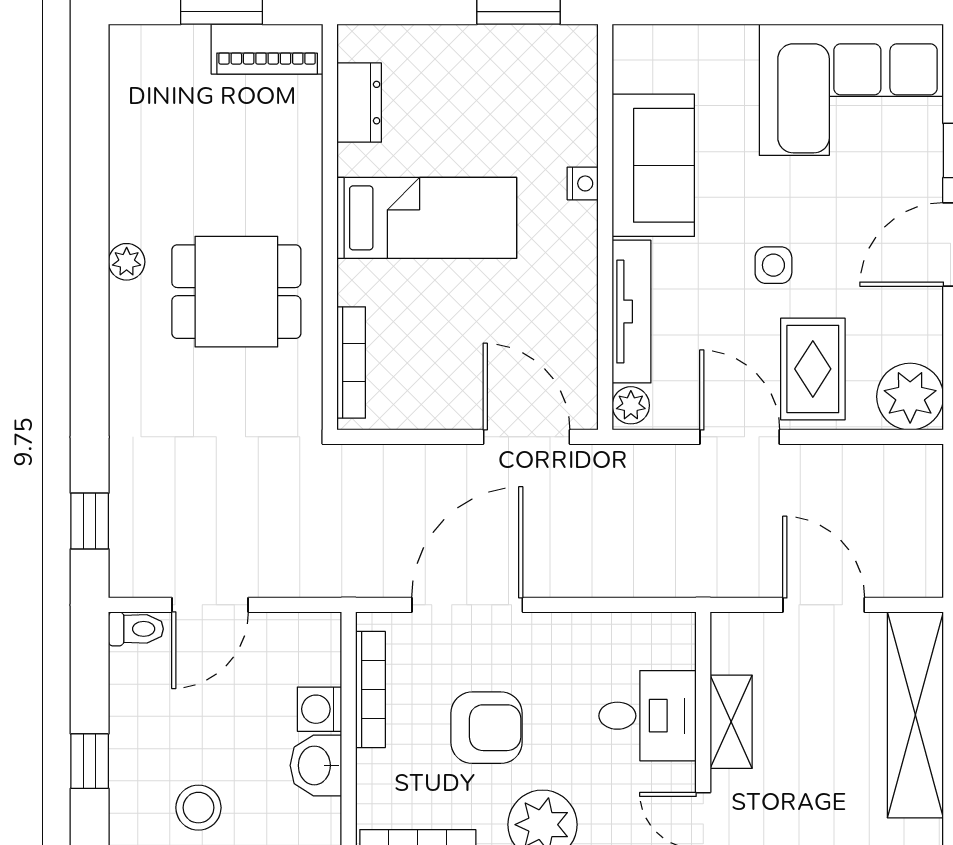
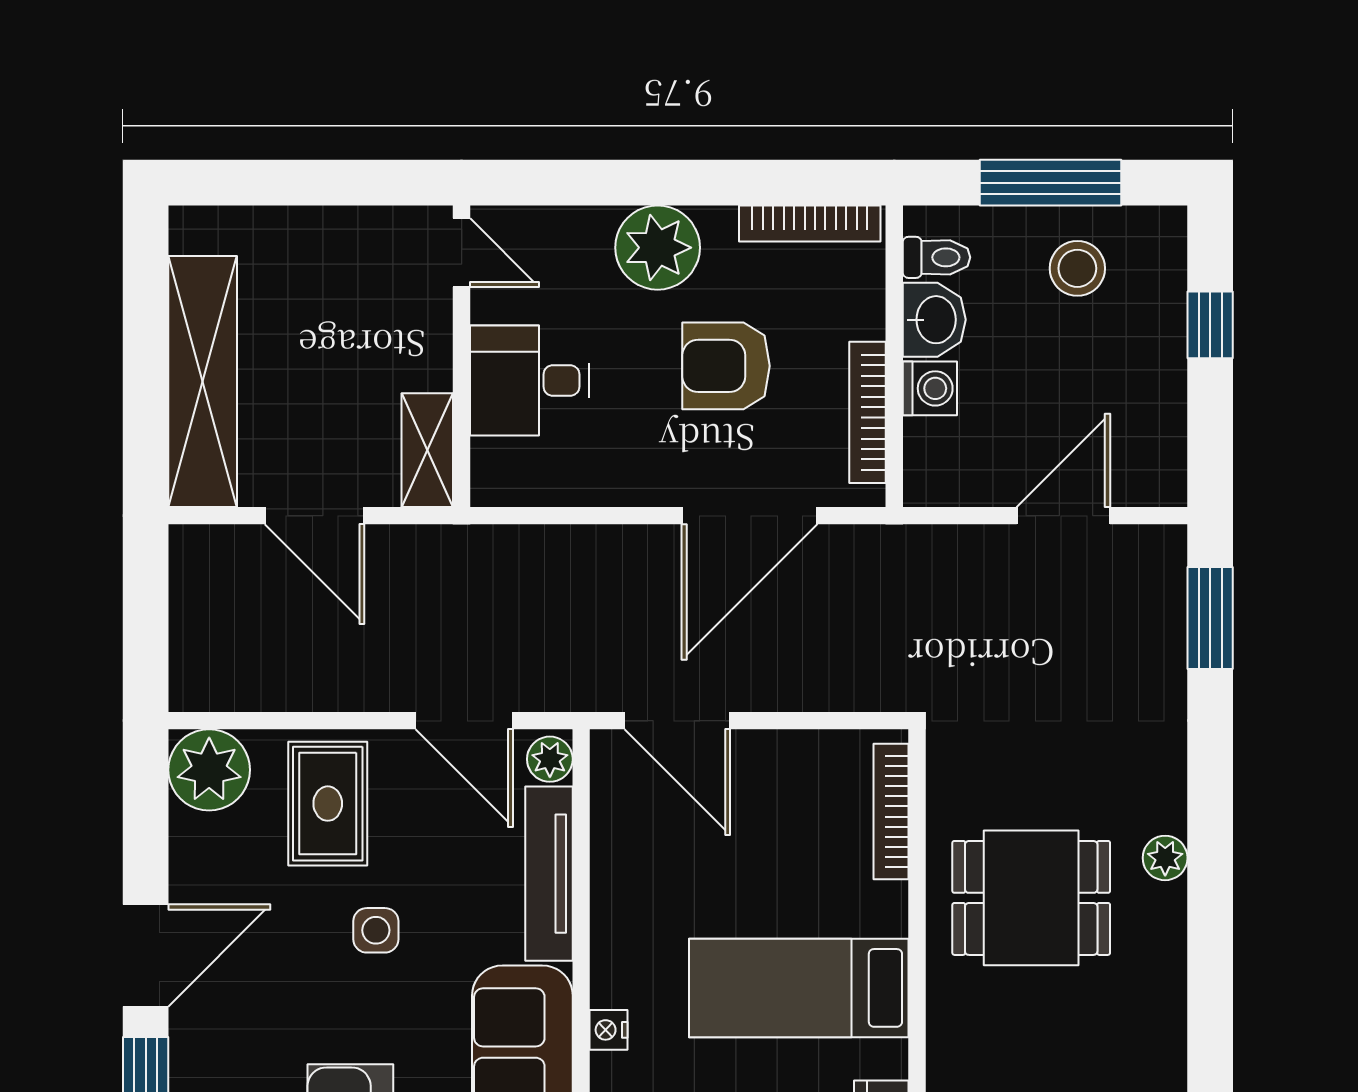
plant: (127, 262) -> (1165, 858), moved
door: (740, 437) -> (464, 721), moved
window: (90, 521) -> (1210, 618), width x1.50
toilet: (136, 629) -> (936, 257), moved, turned 180
shelving: (731, 722) -> (427, 450), moved

